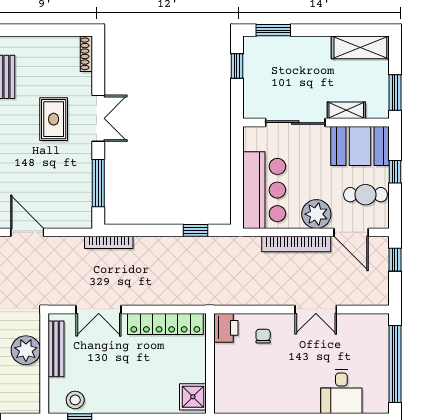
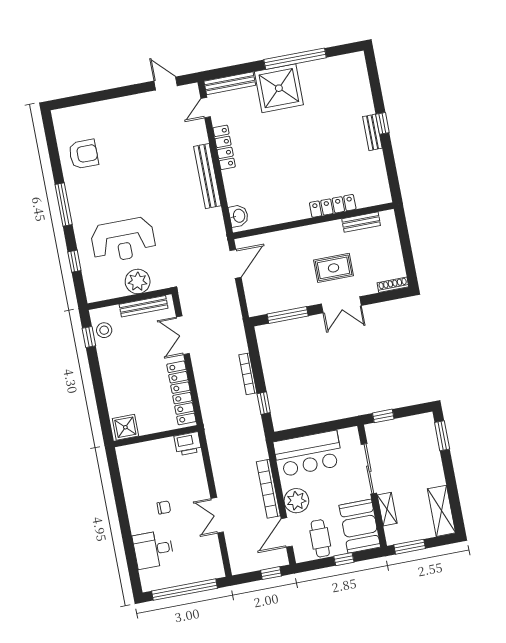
window: (237, 66) -> (383, 416), moved
bookcase: (109, 242) -> (248, 374), moved
chair: (263, 336) -> (164, 507), moved

